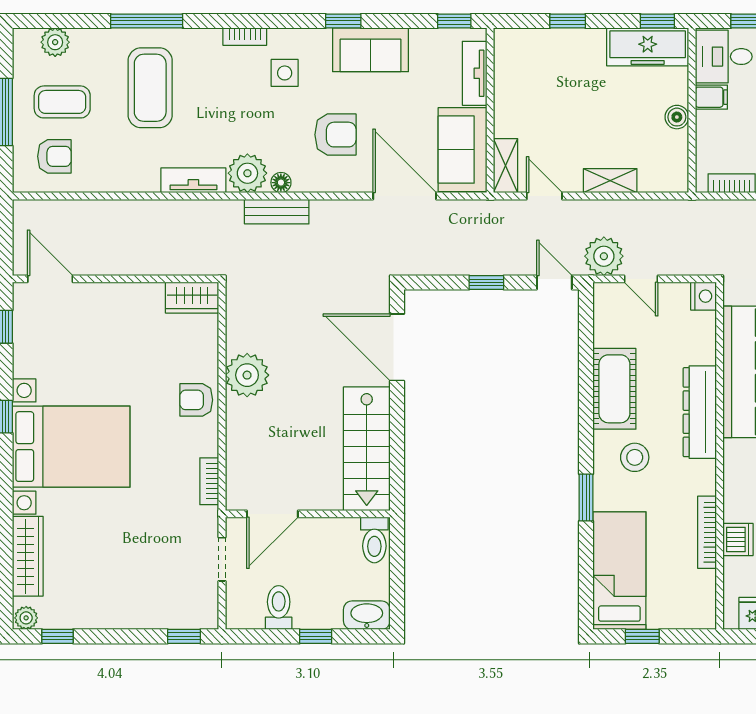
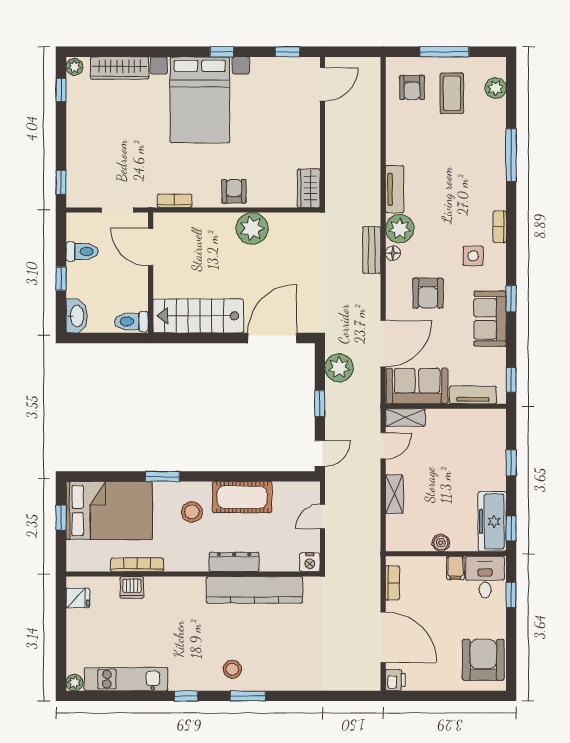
coffee table: (150, 88) -> (462, 158), removed
plant: (604, 256) -> (339, 368), moved
dresser: (700, 412) -> (234, 562), width x0.73, depth x0.80
bed: (619, 571) -> (109, 510), width x1.50

